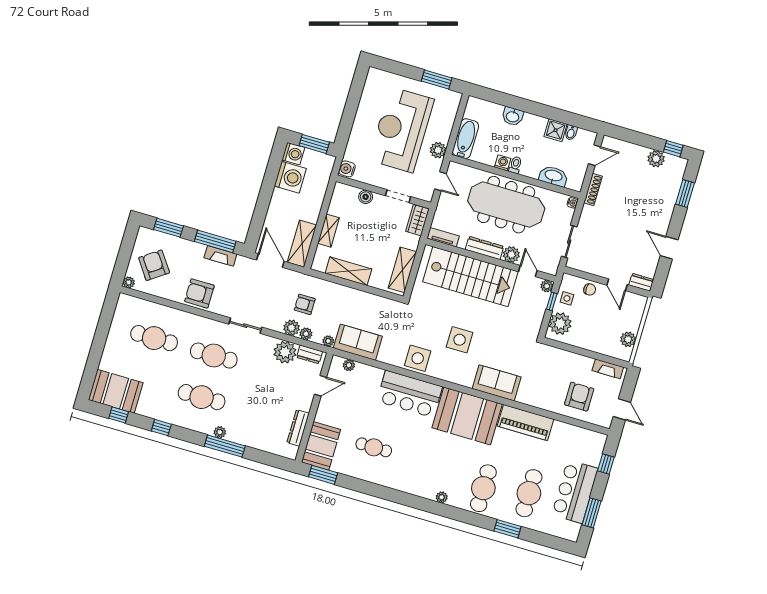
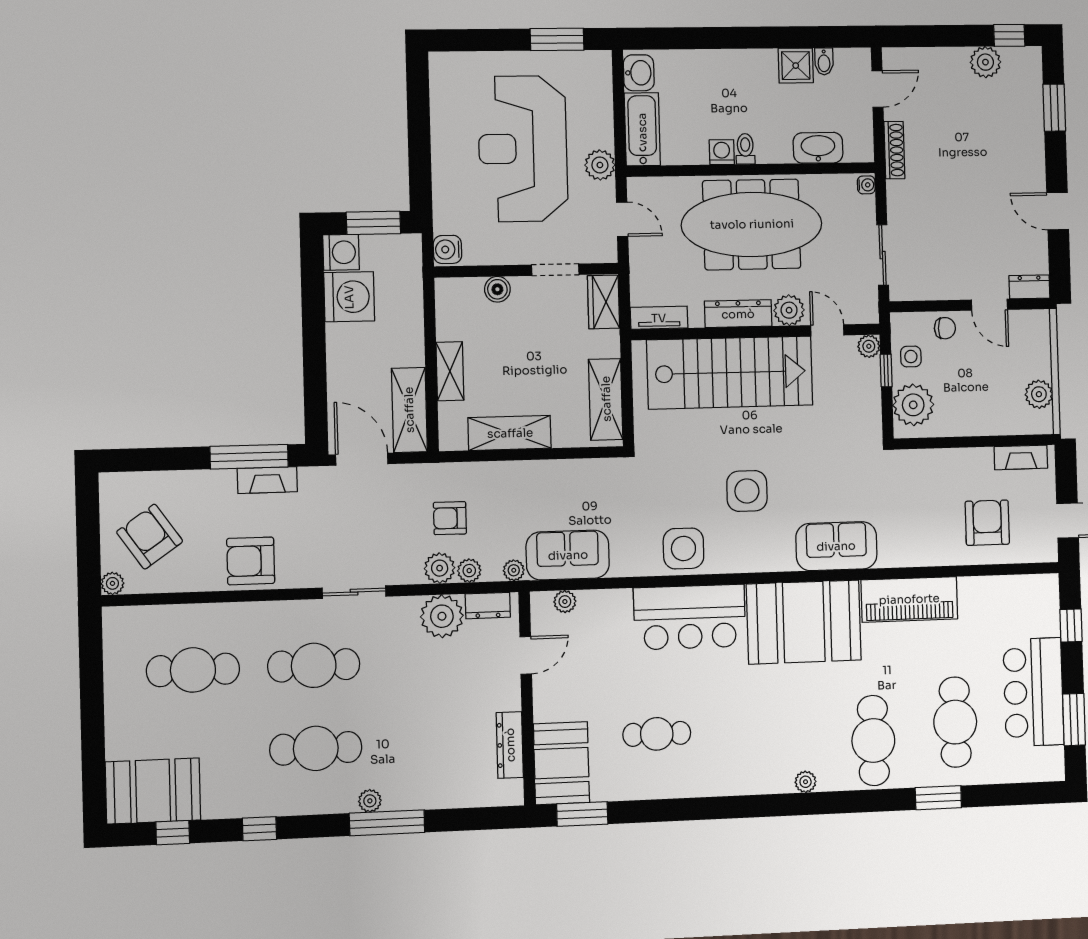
washbasin: (513, 116) -> (639, 73), moved, turned -90
window: (169, 228) -> (154, 459), removed

